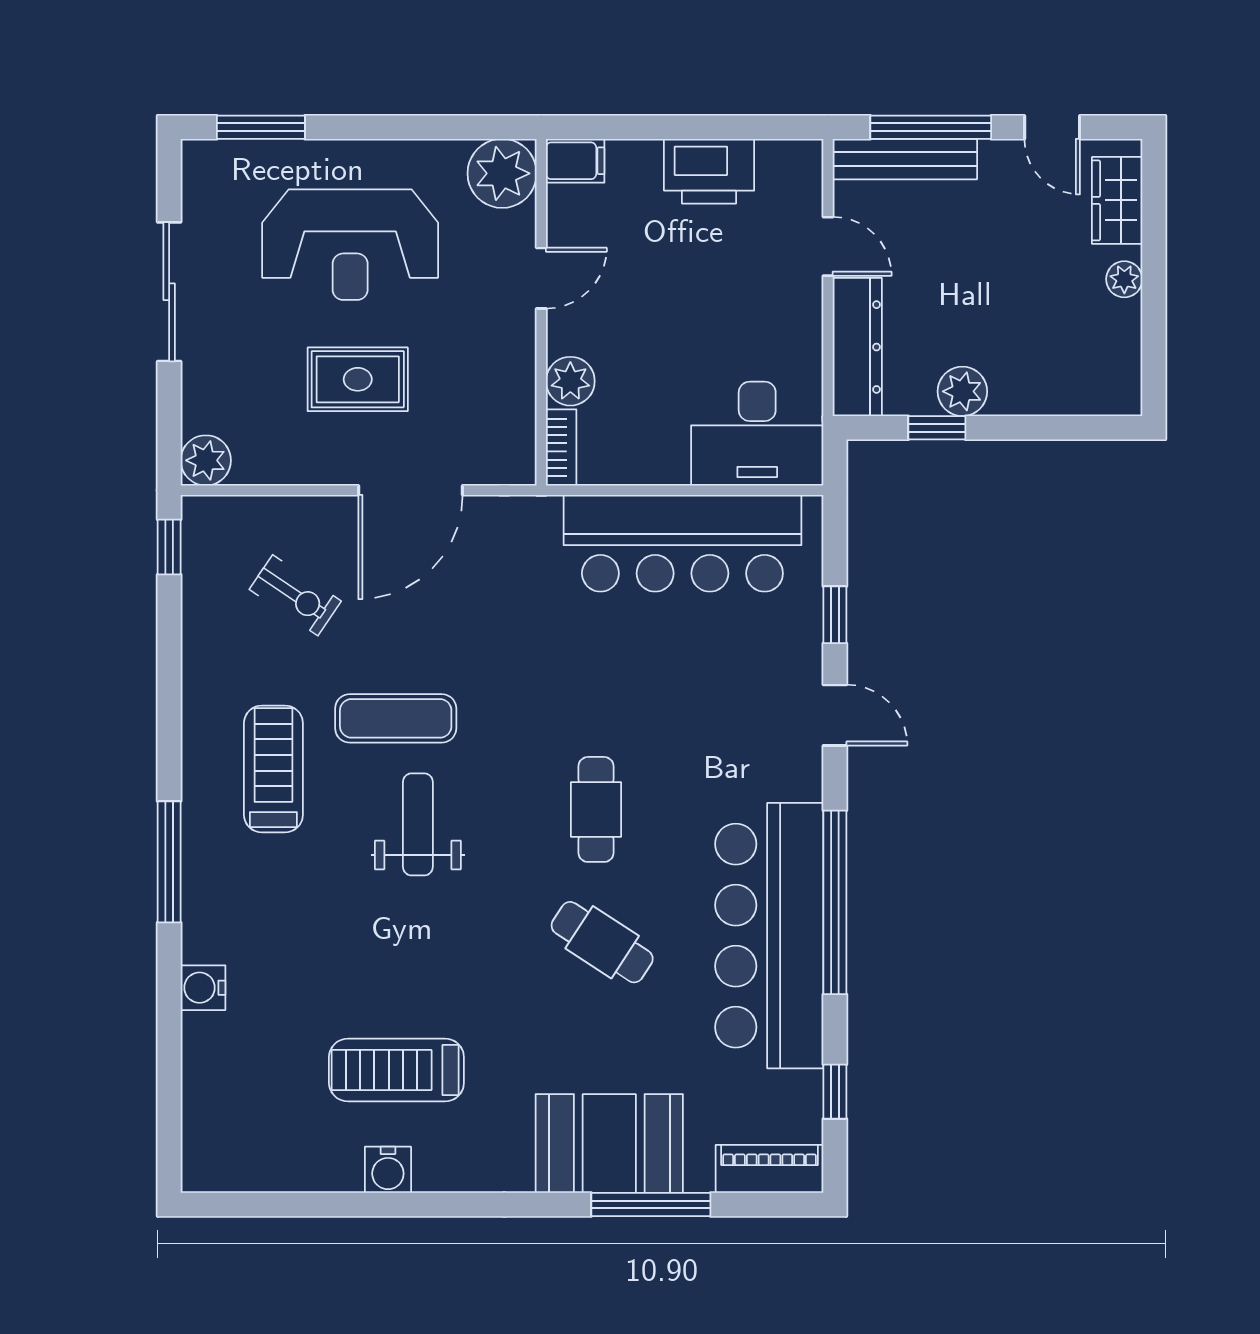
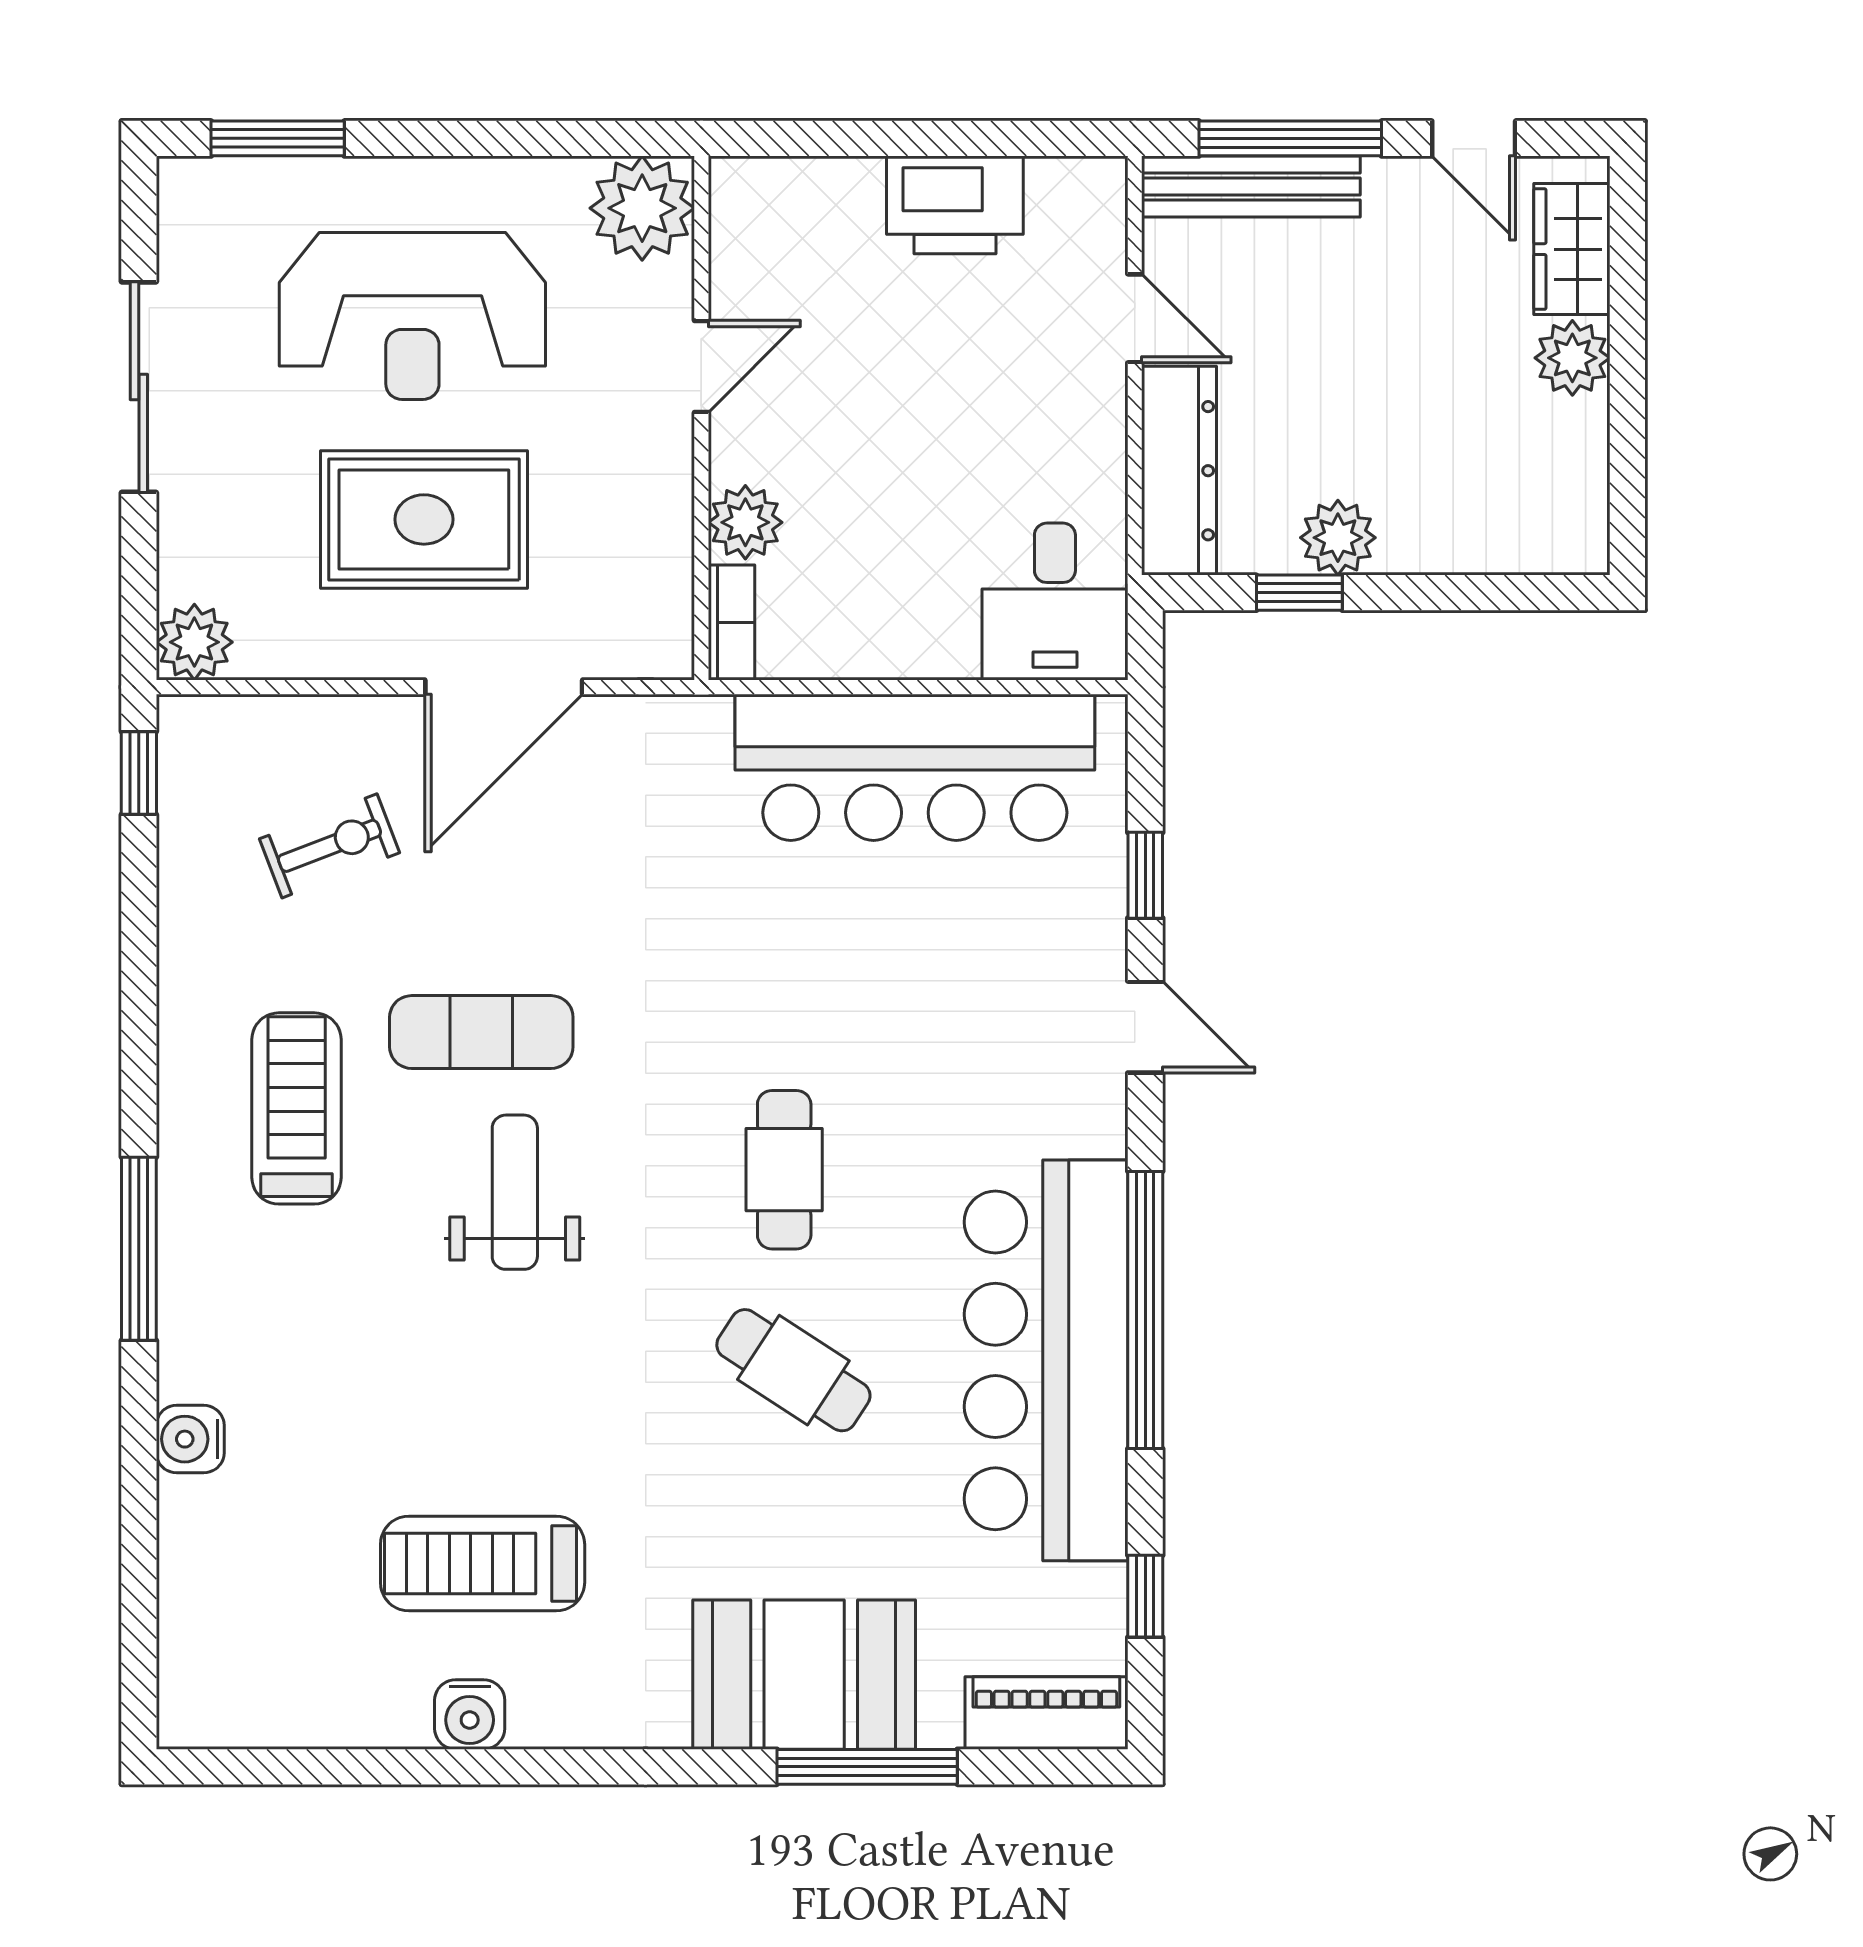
filing cabinet: (575, 161) -> (753, 189), removed
plant: (1124, 279) -> (1572, 358), width x1.38, depth x1.38
rug: (358, 379) -> (424, 519), width x1.36, depth x1.43
desk: (757, 434) -> (1055, 601), width x0.73
exercise bike: (295, 595) -> (329, 846), turned -55

